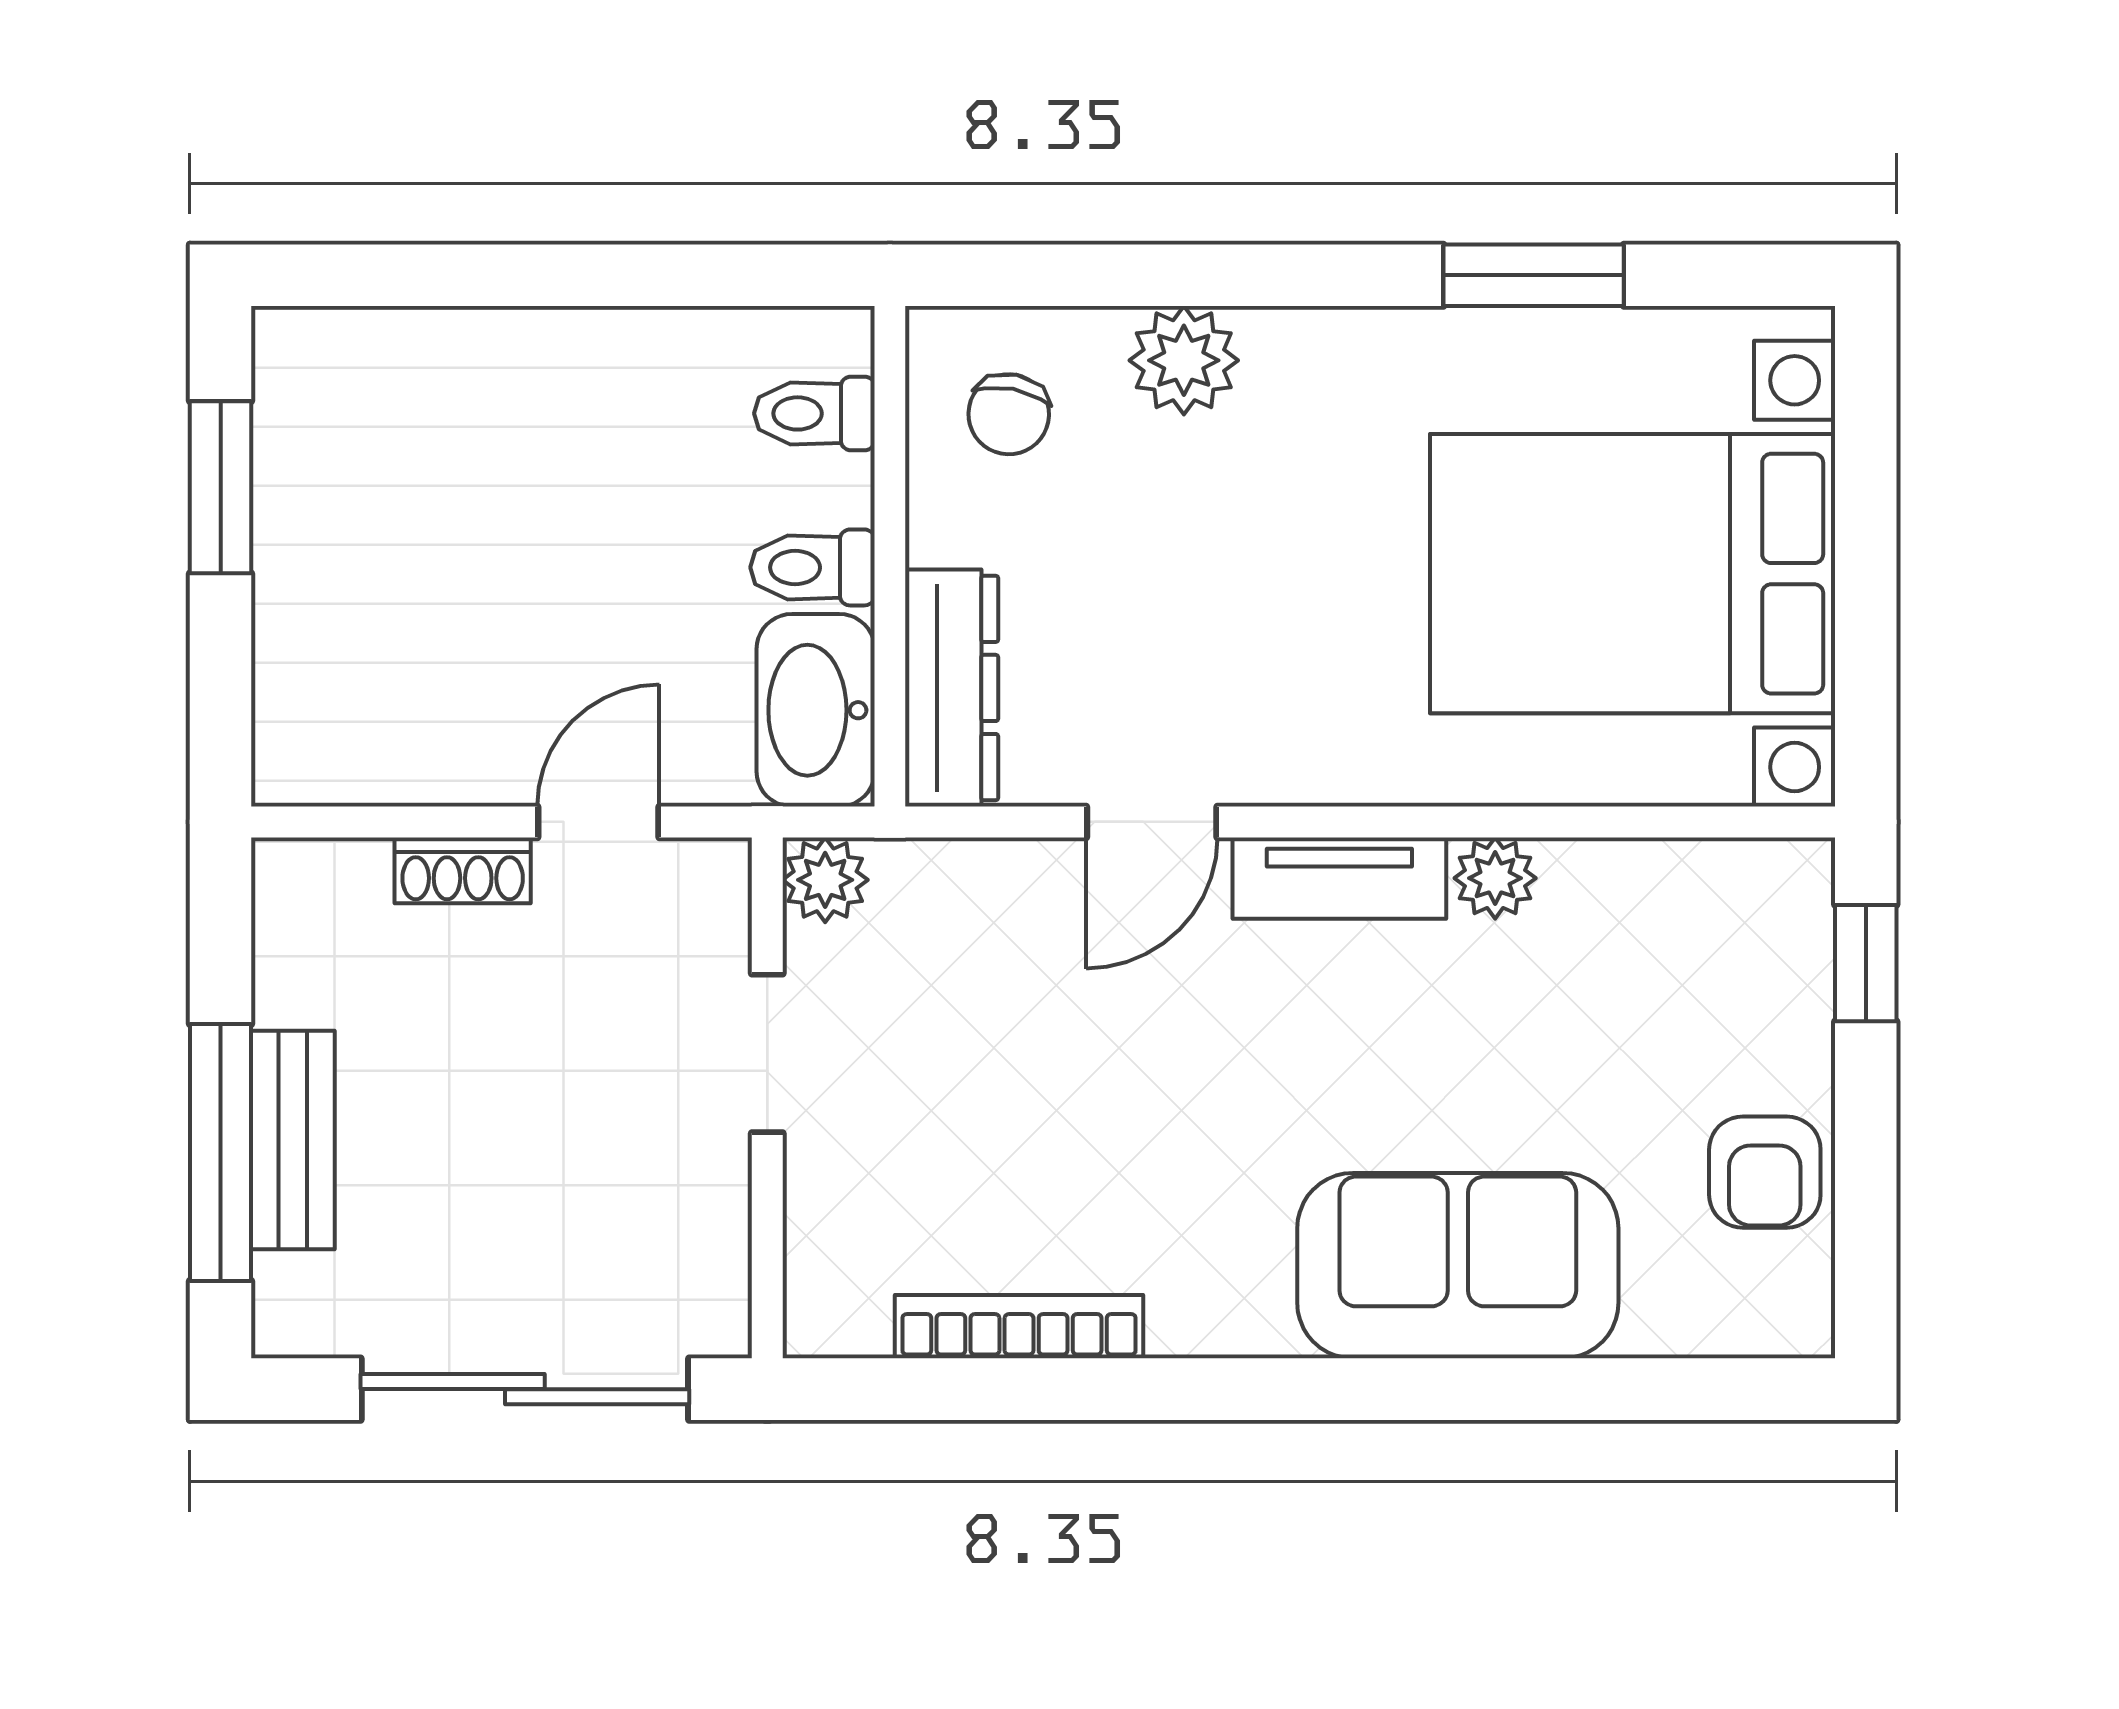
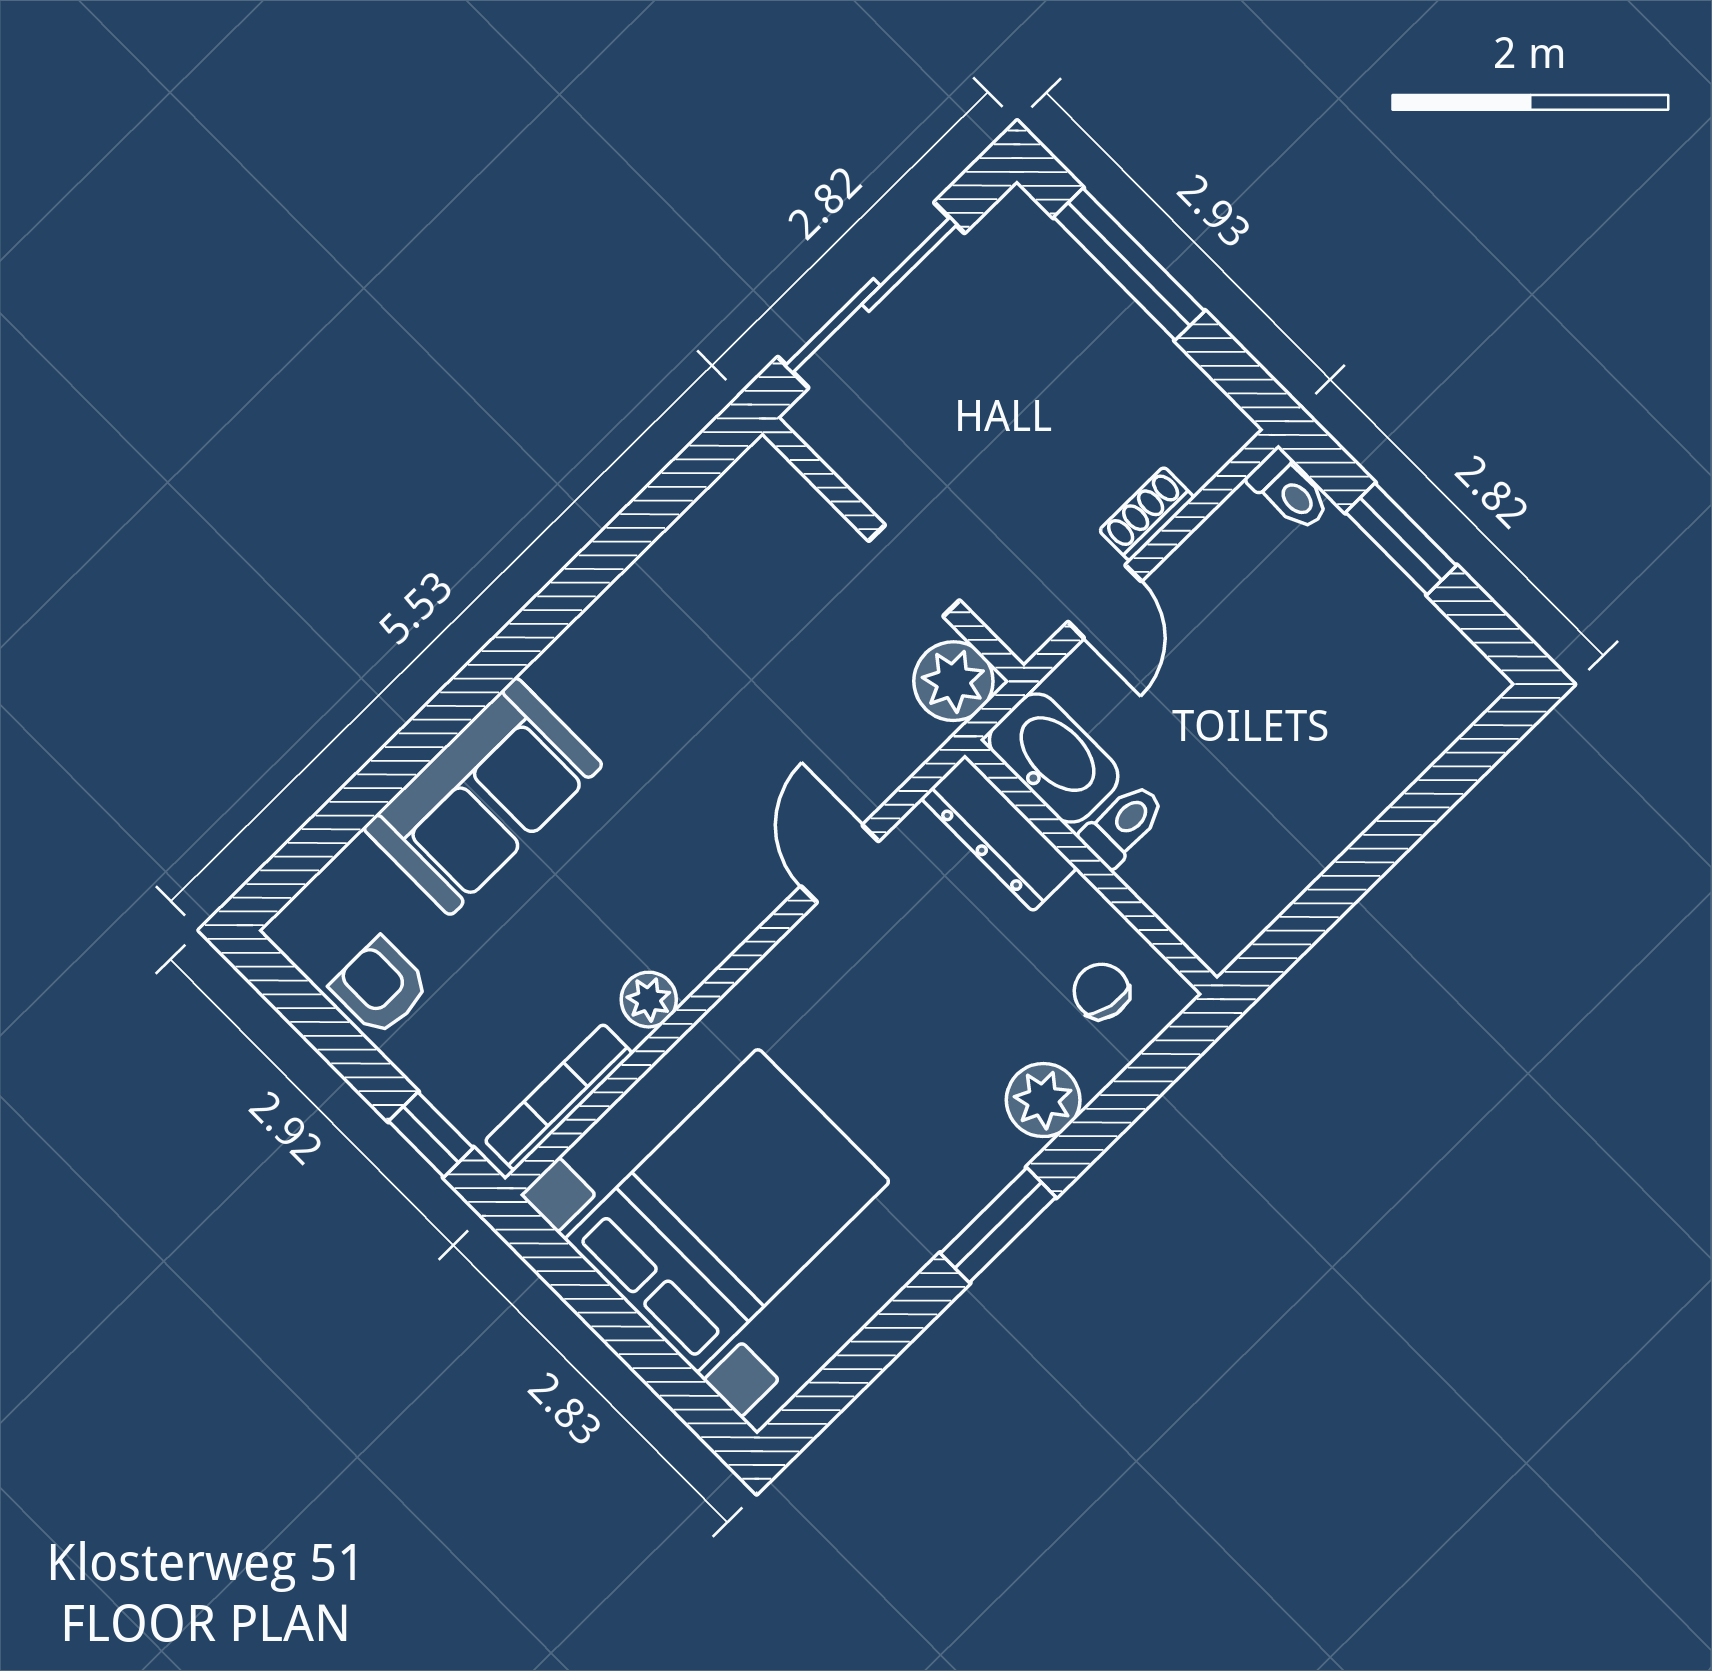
window: (1534, 275) -> (998, 1225), moved
toilet: (814, 413) -> (1289, 491), moved, turned 90
window: (221, 487) -> (1401, 539), moved
tv unit: (1339, 878) -> (723, 926), removed
plant: (825, 880) -> (953, 681), width x1.38, depth x1.38
bench: (293, 1140) -> (1100, 304), removed
bookcase: (1019, 1327) -> (559, 1097), moved, turned 180

